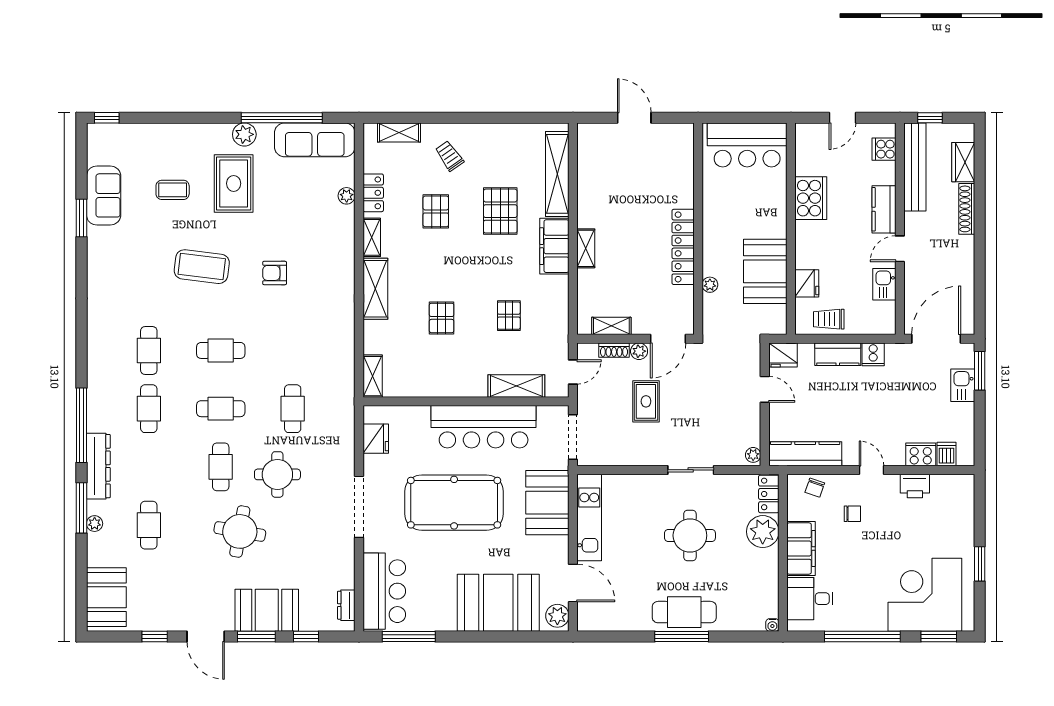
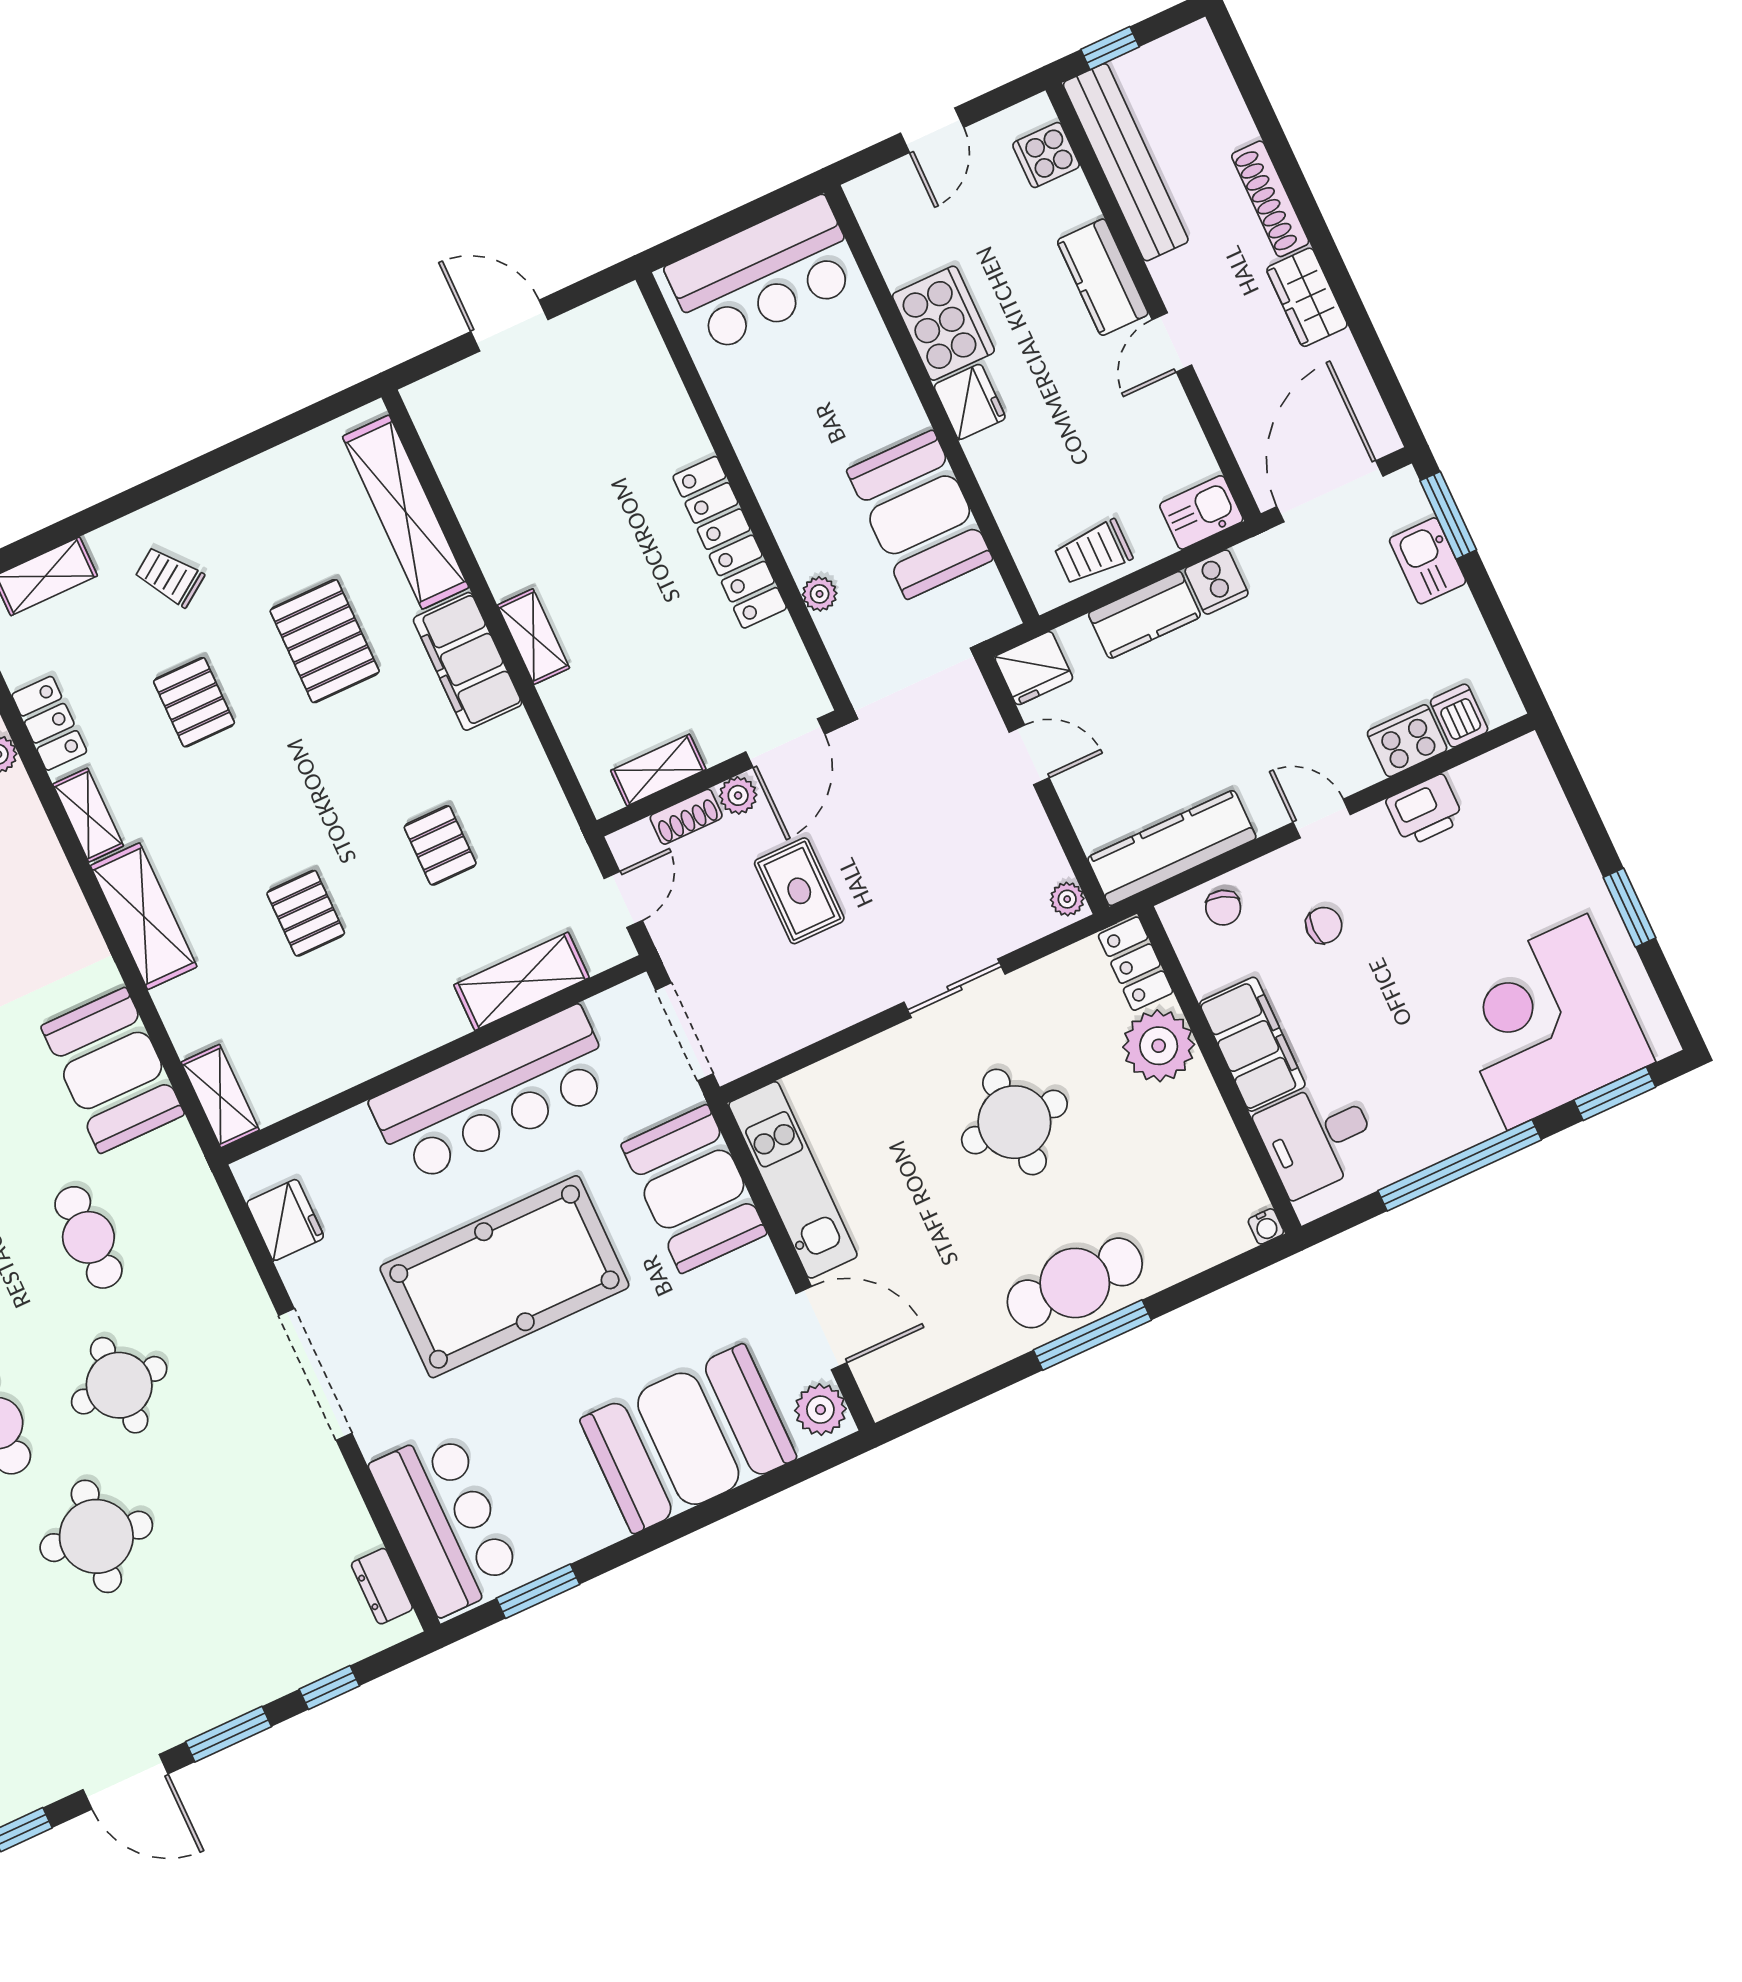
wardrobe: (963, 162) -> (1307, 297), moved
fridge: (807, 283) -> (970, 402), moved
kitchen sink: (884, 284) -> (1201, 512), moved, turned 90
booth: (267, 610) -> (113, 1070), moved, turned 90
window: (409, 636) -> (538, 1591), width x0.69

